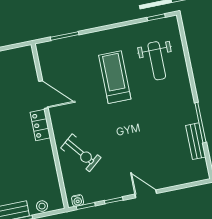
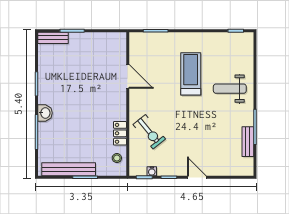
weight bench: (157, 61) -> (230, 89), moved, turned 90
locker: (40, 125) -> (120, 133), moved
water cooler: (78, 200) -> (152, 171), moved
stool: (42, 206) -> (117, 158), moved

